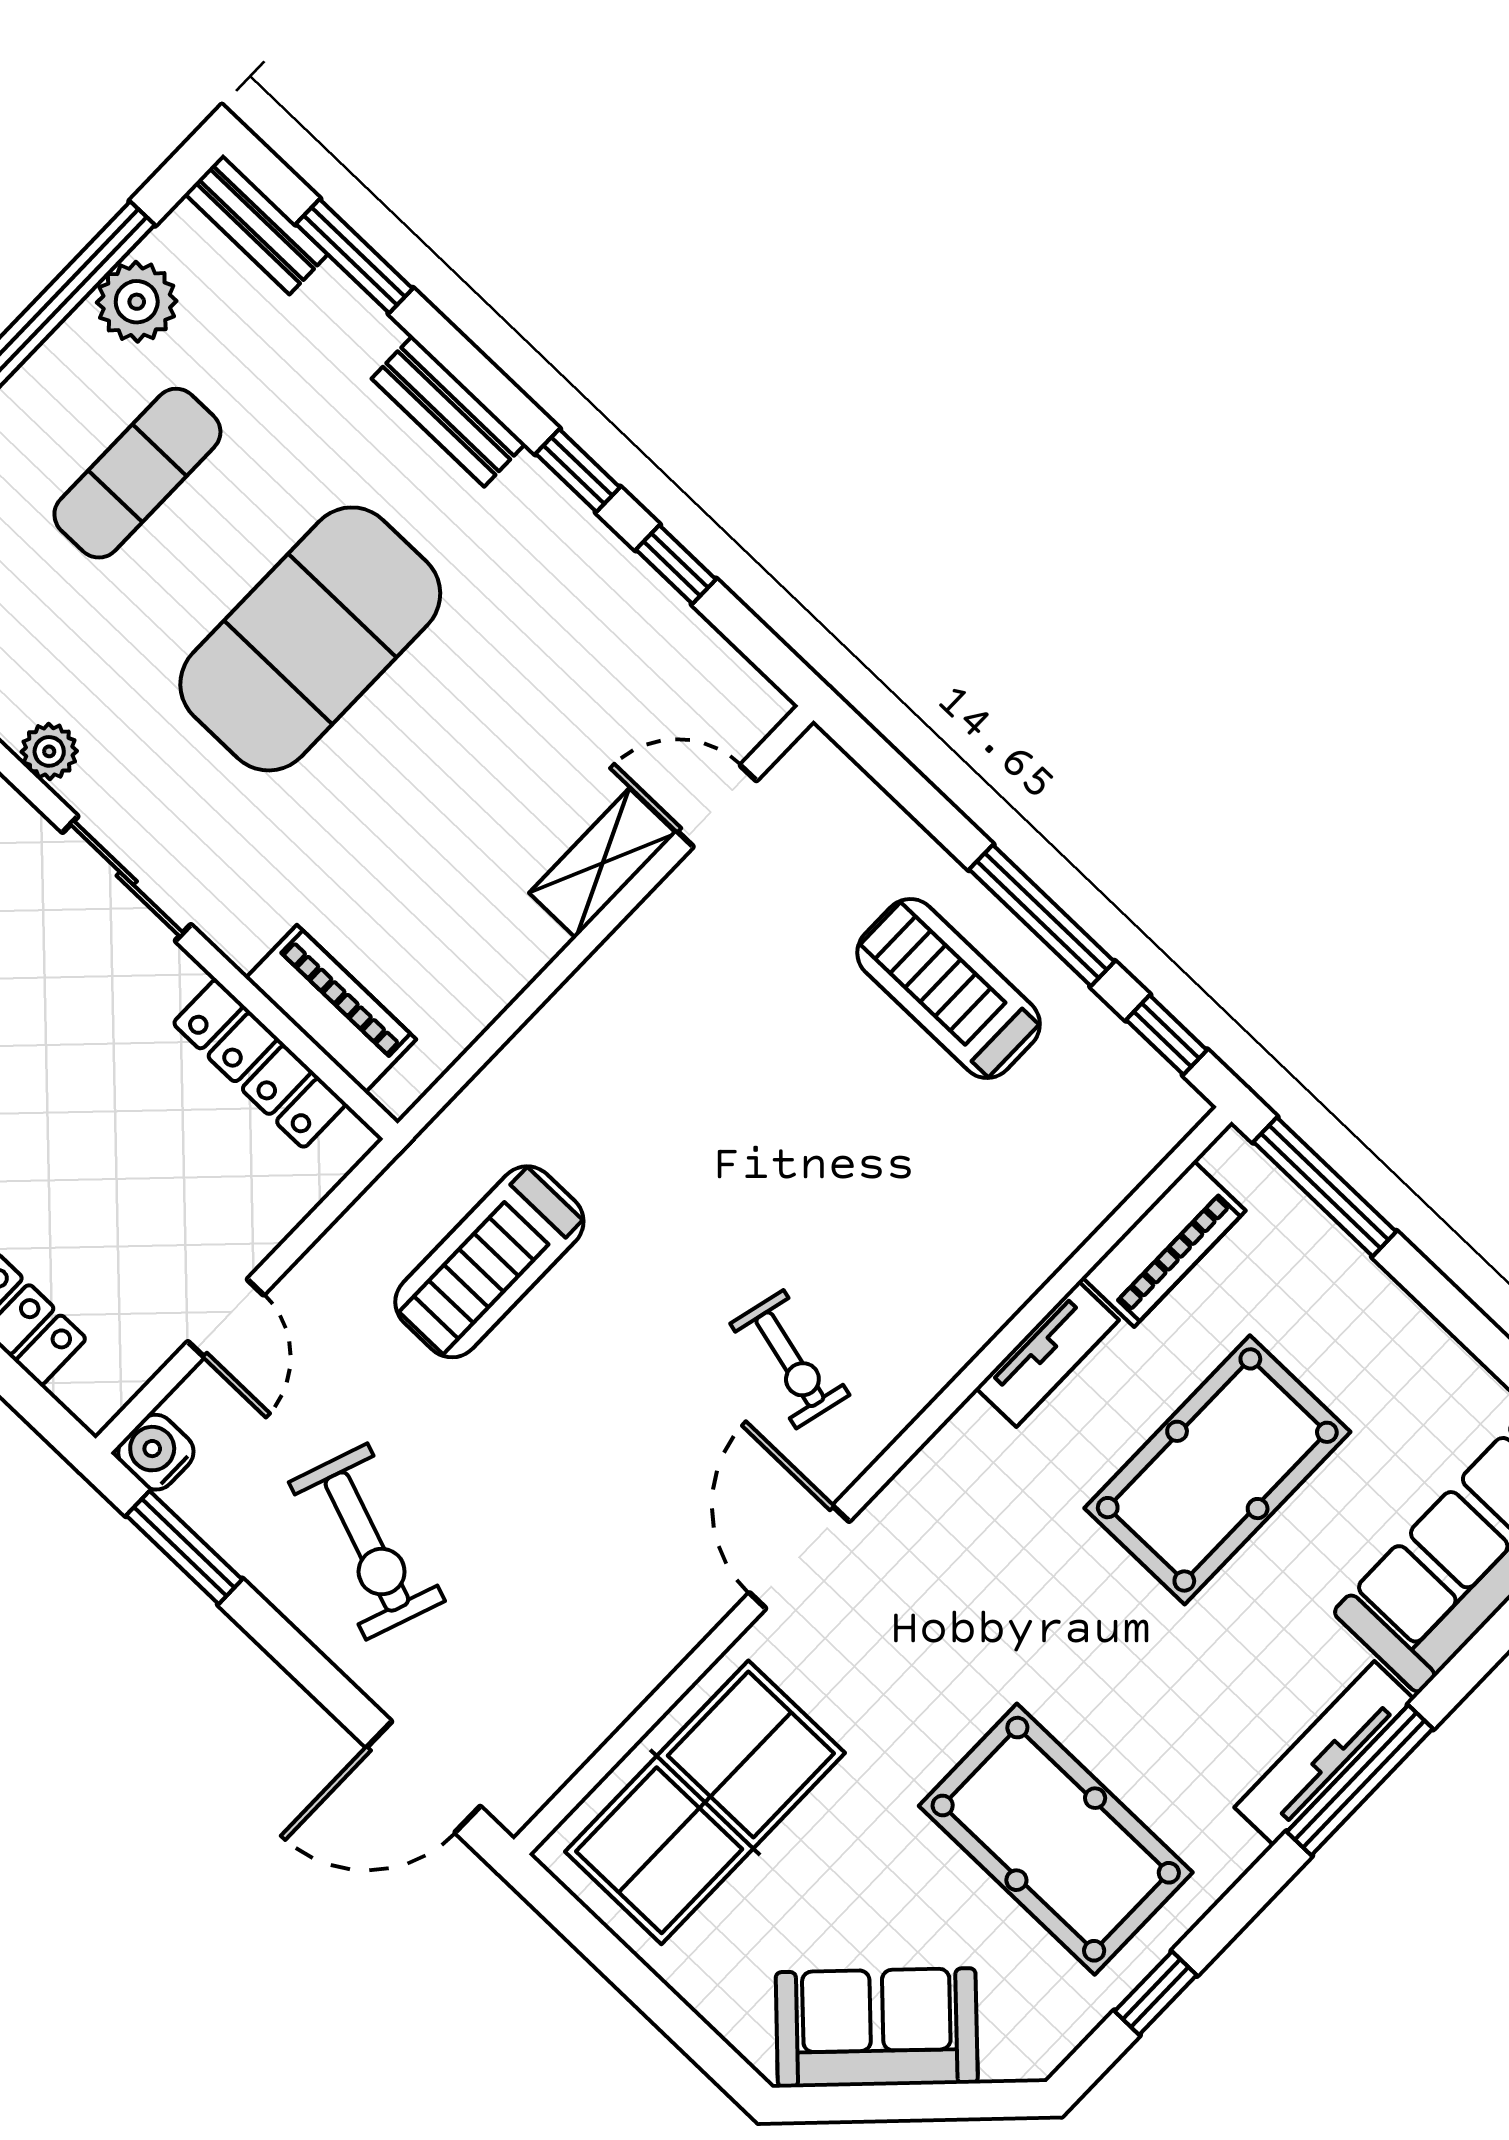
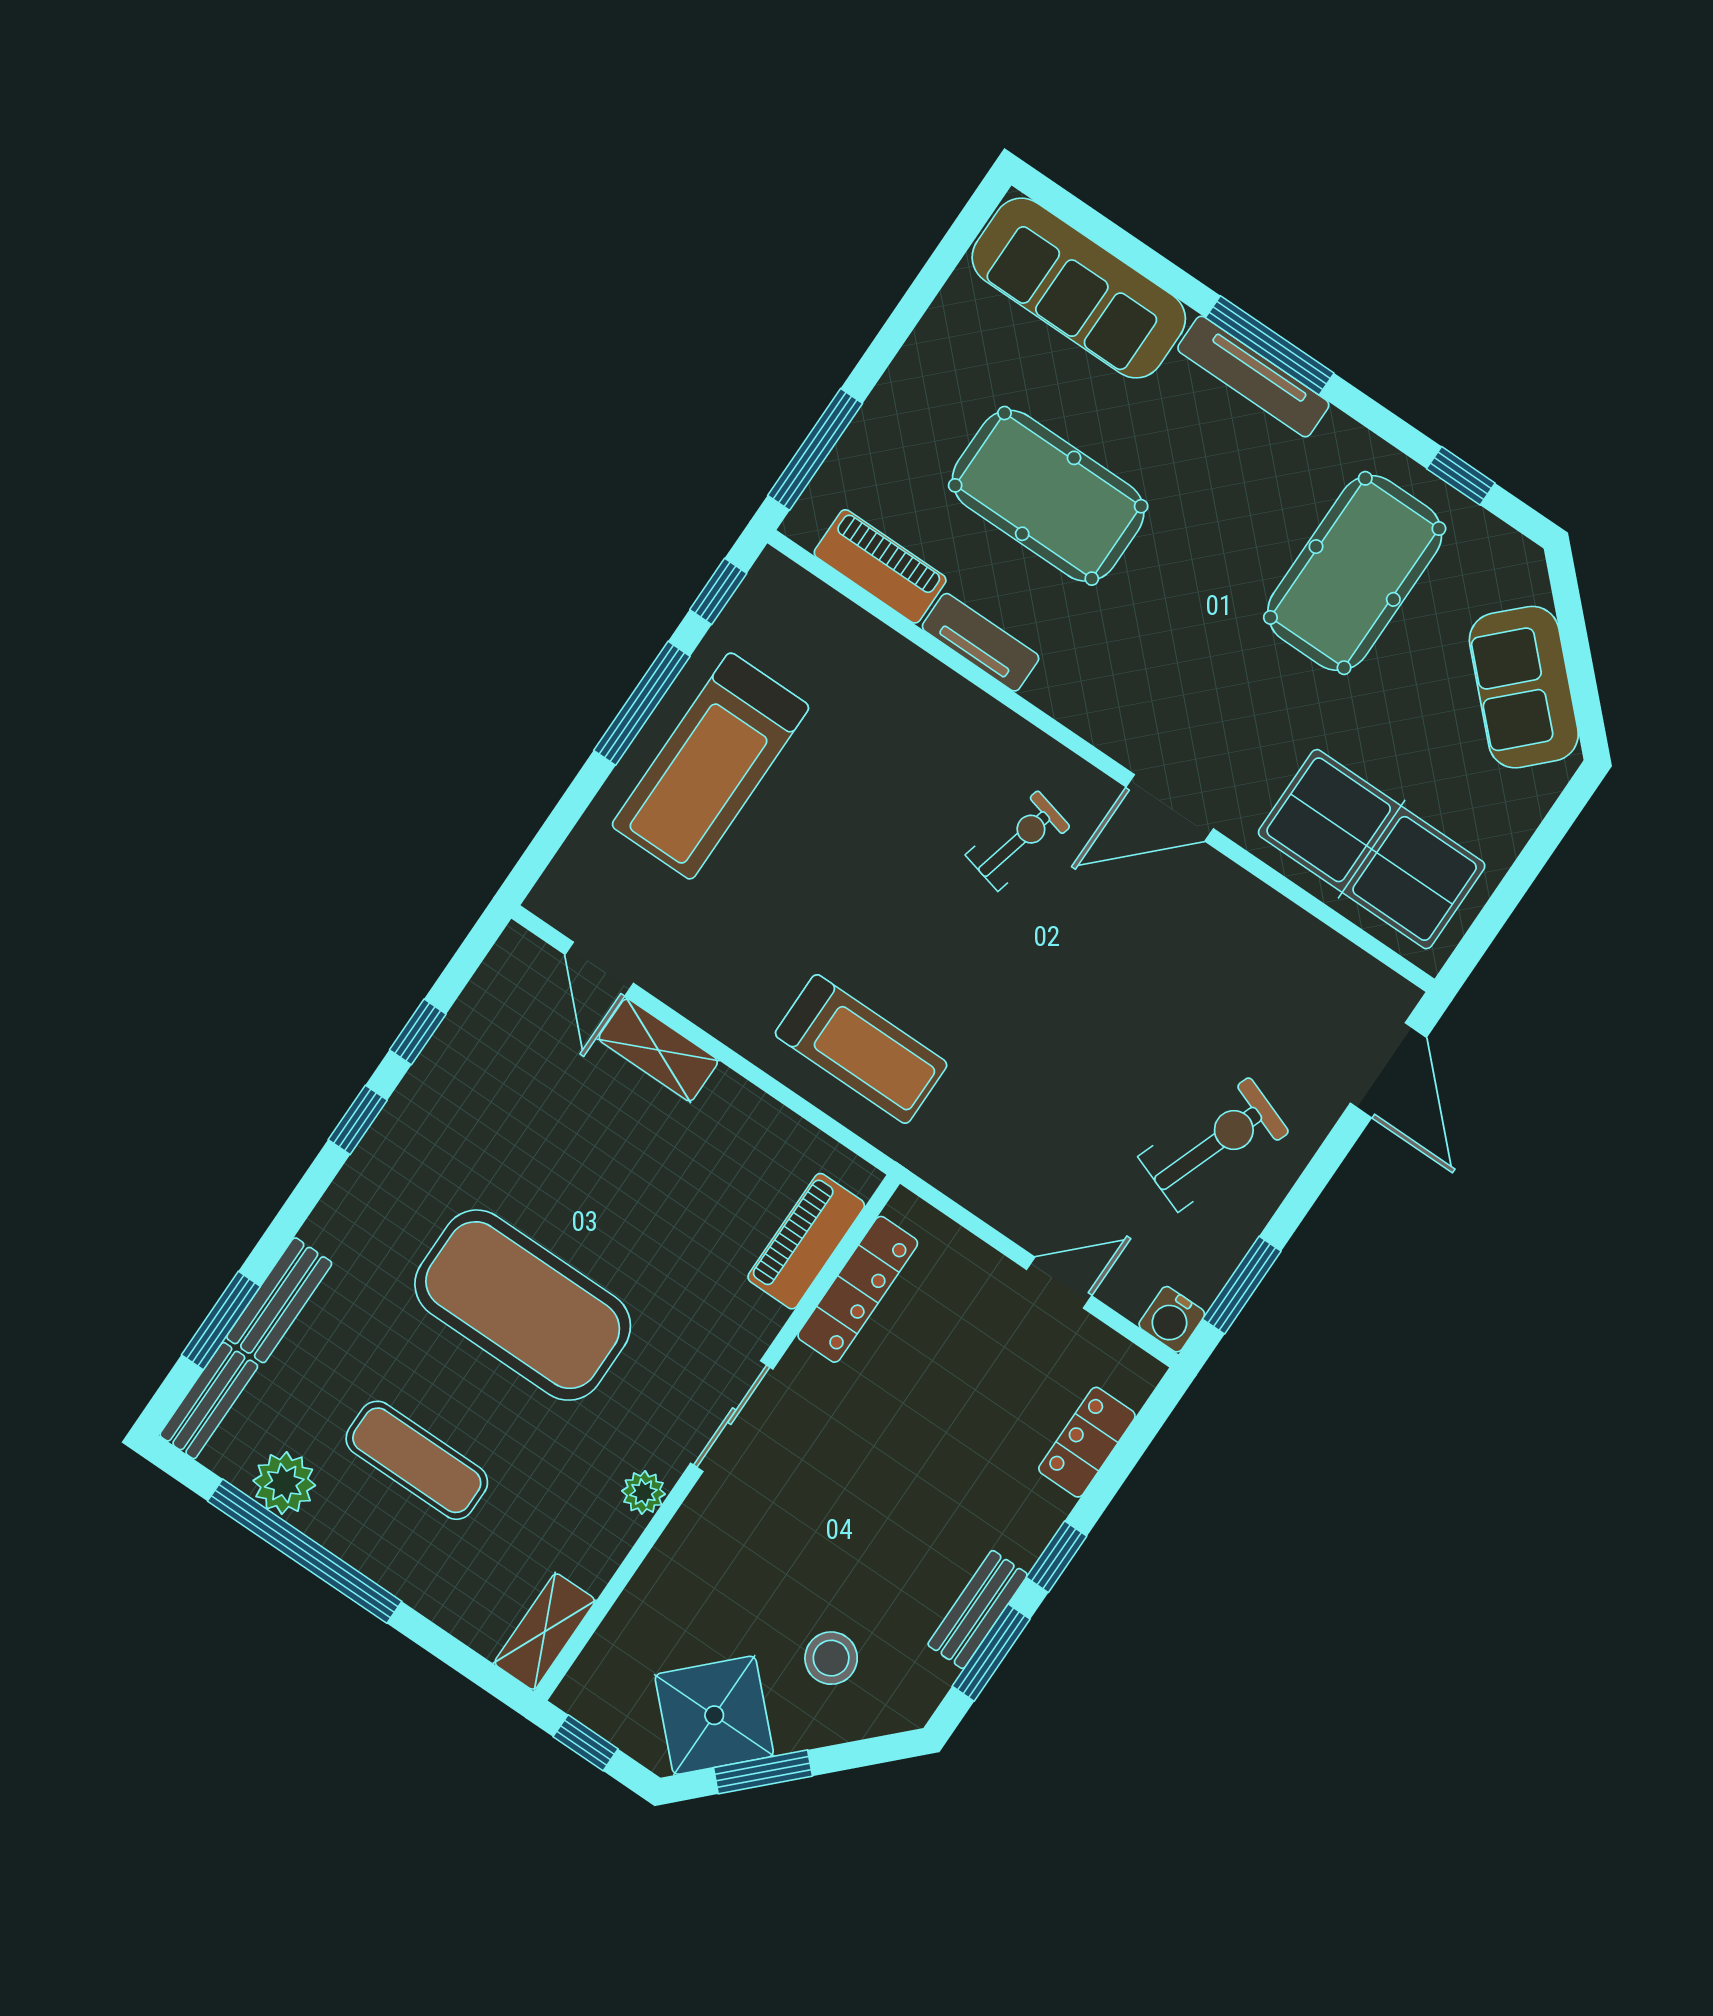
bench: (448, 411) -> (279, 1300), moved
treadmill: (949, 988) -> (710, 766), width x1.37, depth x1.38
treadmill: (489, 1262) -> (861, 1049), moved

